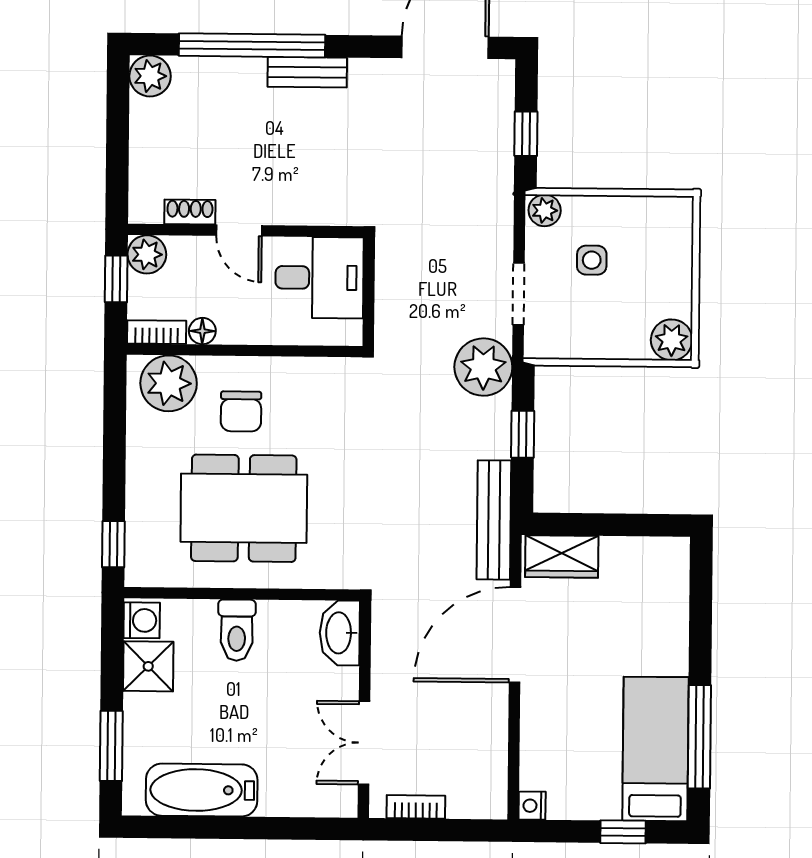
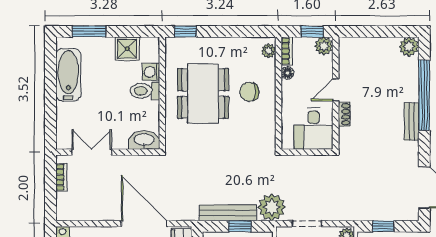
shoe rack: (190, 212) -> (344, 114), moved
plant: (169, 383) -> (269, 51), width x0.53, depth x0.53
bench: (494, 520) -> (228, 213), moved
washing machine: (142, 620) -> (151, 72), moved, turned 90

